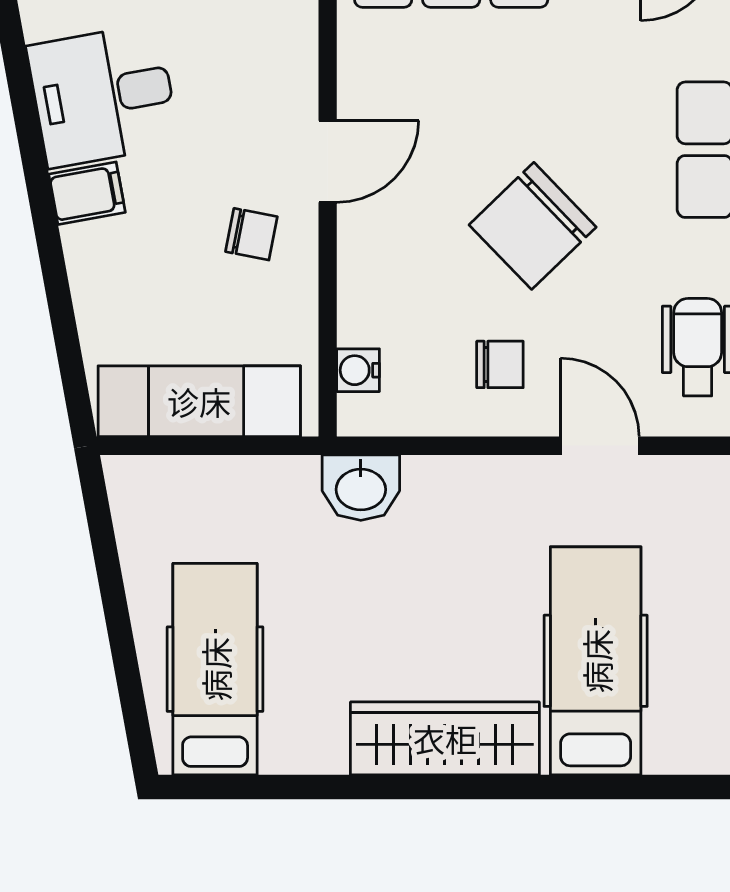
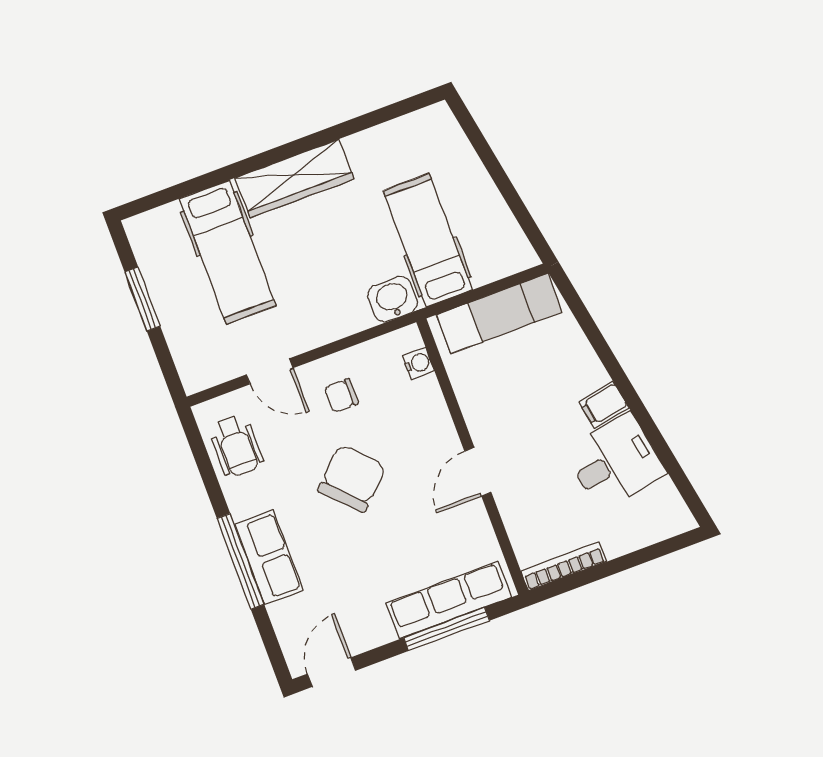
chair: (251, 234) -> (505, 416), removed
hospital bed: (215, 669) -> (428, 240), moved, turned 180

